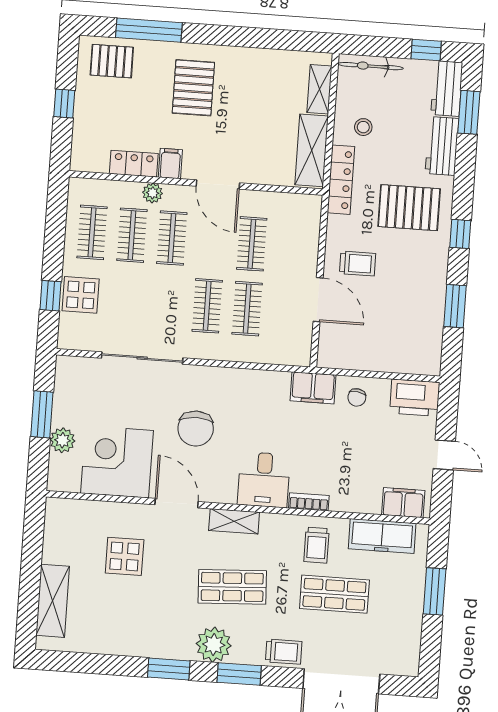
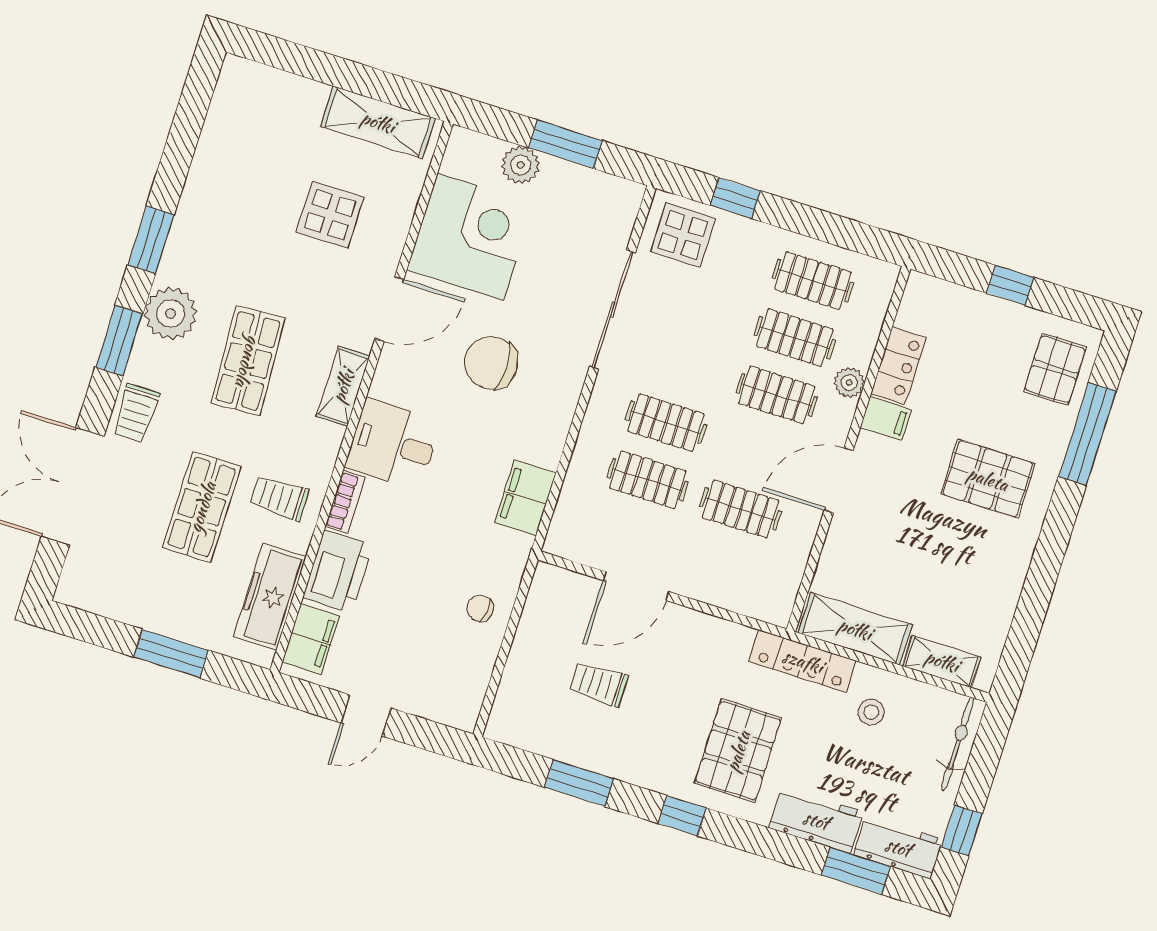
trolley: (358, 264) -> (599, 684), moved, turned 90
display table: (81, 295) -> (683, 235), moved
filing cabinet: (313, 388) -> (525, 498), moved
printer: (415, 398) -> (338, 571), moved, turned 180
shelving: (53, 601) -> (378, 122), moved

